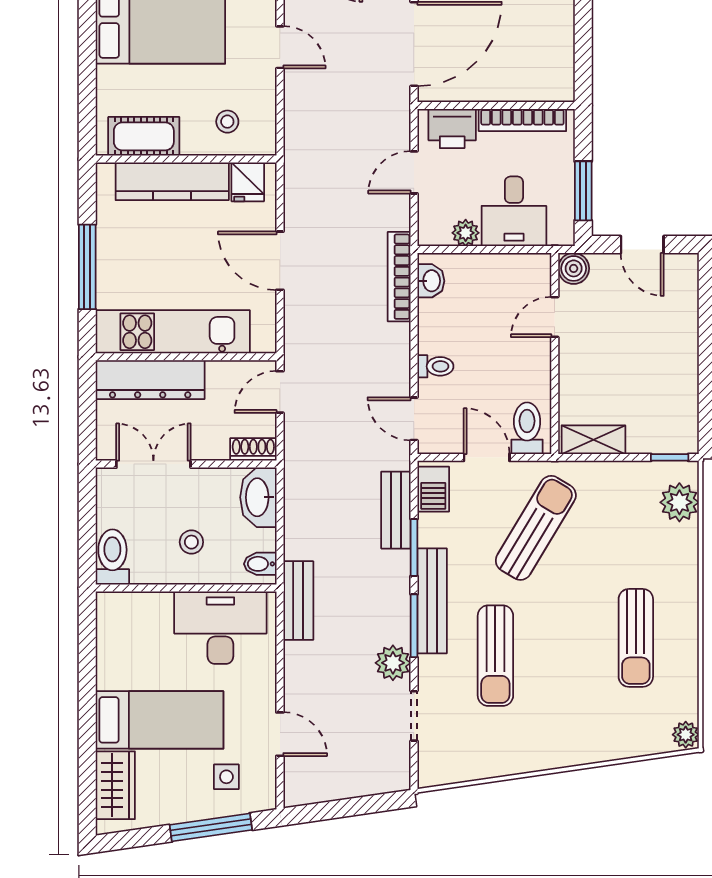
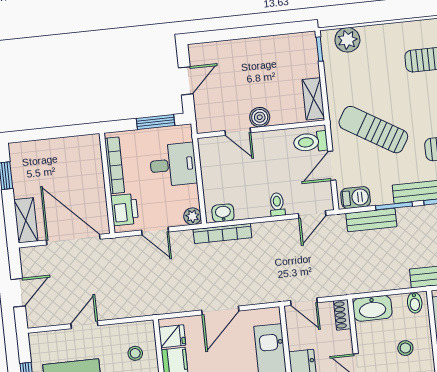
plant: (466, 233) -> (192, 216), moved
boiler: (574, 268) -> (260, 117), moved

